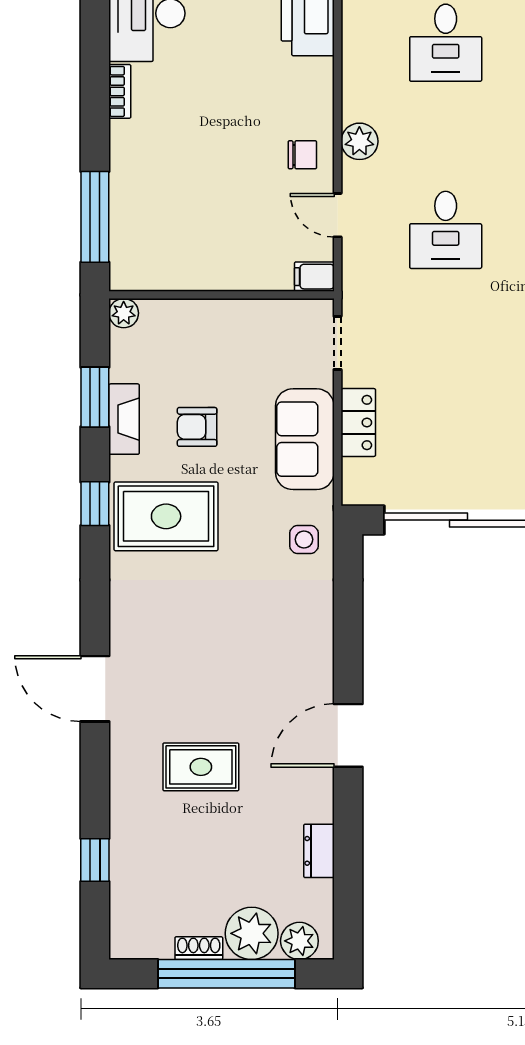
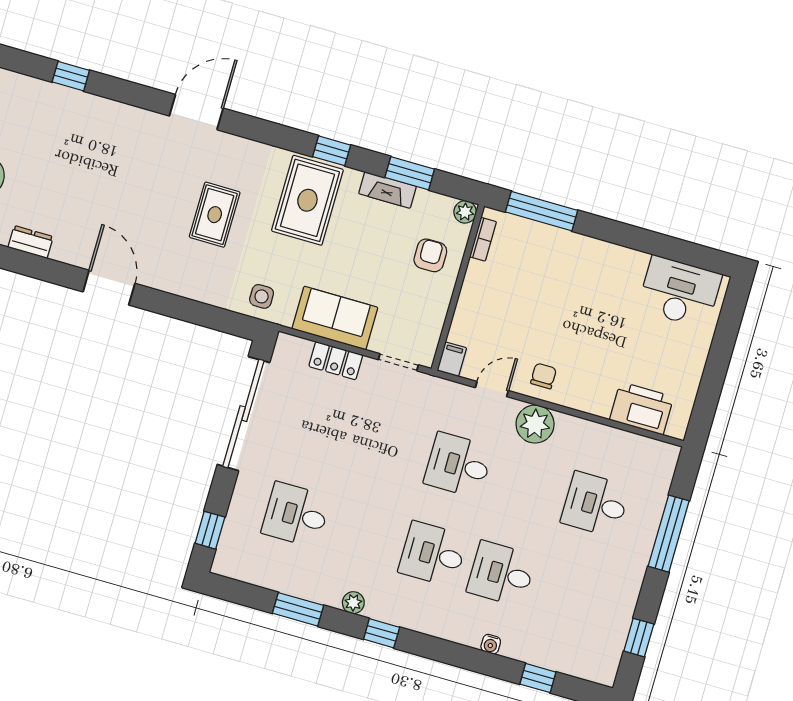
bookcase: (120, 91) -> (483, 239), moved, turned -90
plant: (359, 141) -> (535, 424), width x1.36, depth x1.36
chair: (302, 155) -> (543, 376), turned 180
armchair: (197, 427) -> (430, 255), moved
rug: (201, 767) -> (215, 215), moved

